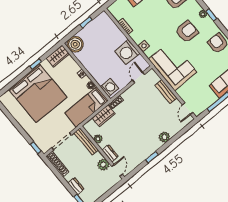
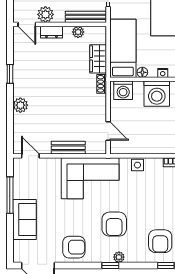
washing machine: (127, 52) -> (157, 94), moved, turned 180

